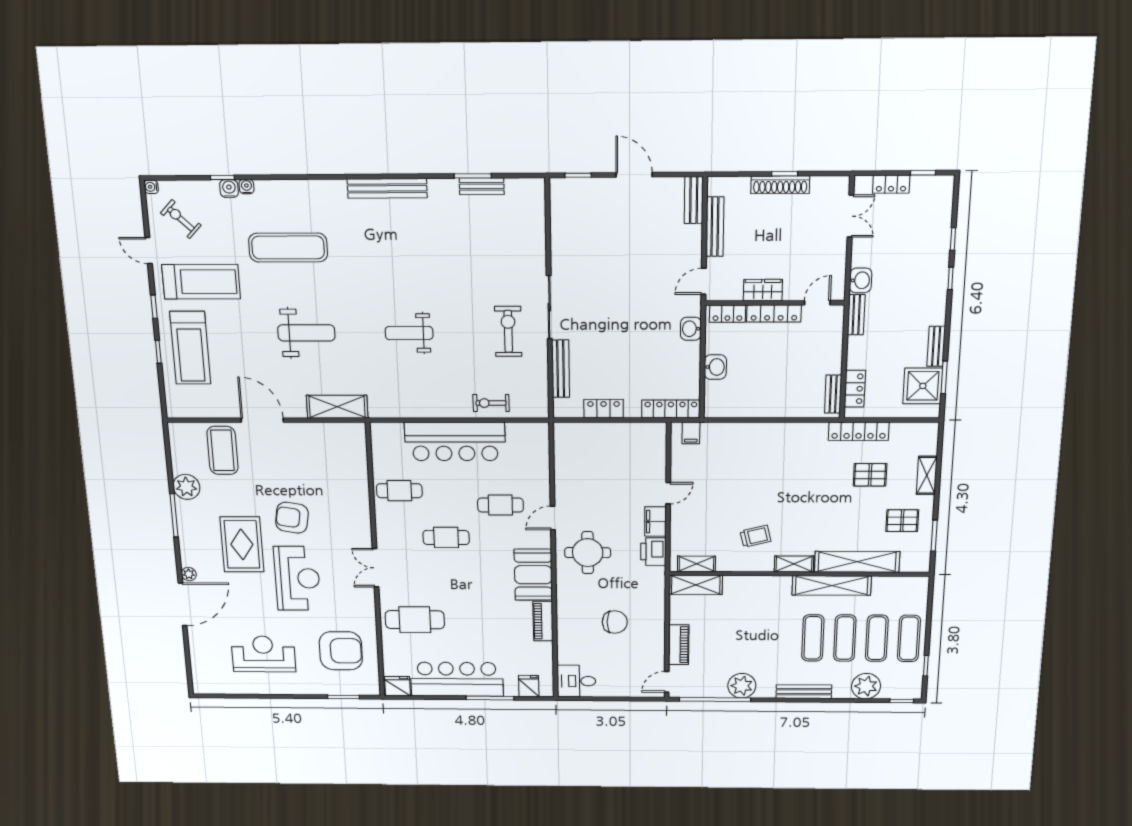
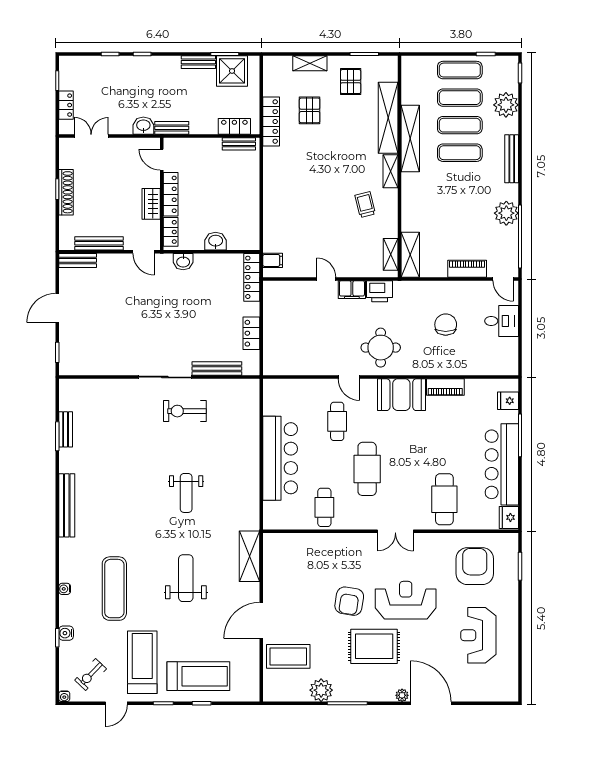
water cooler: (246, 187) -> (65, 589), moved
exercise bike: (491, 403) -> (246, 427), removed
cafe table: (446, 537) -> (367, 469), width x1.37, depth x1.35
desk: (576, 681) -> (502, 321), moved, turned -90

